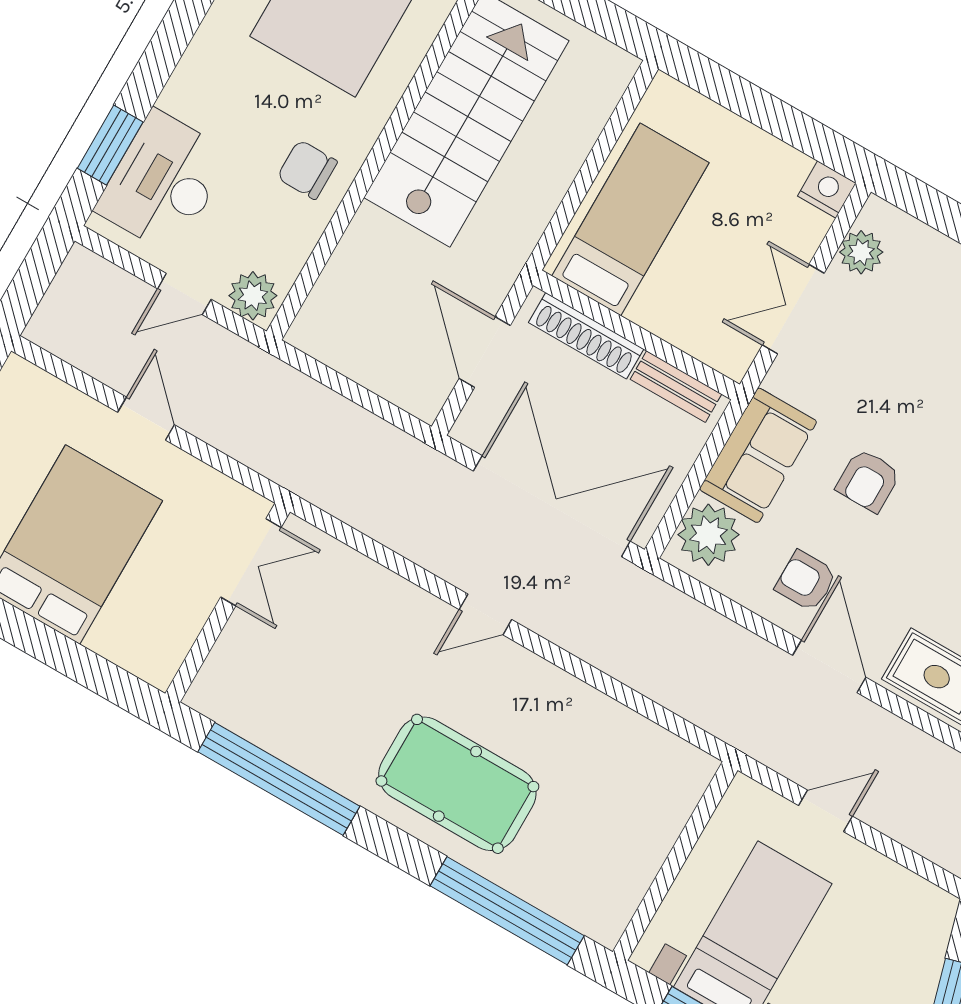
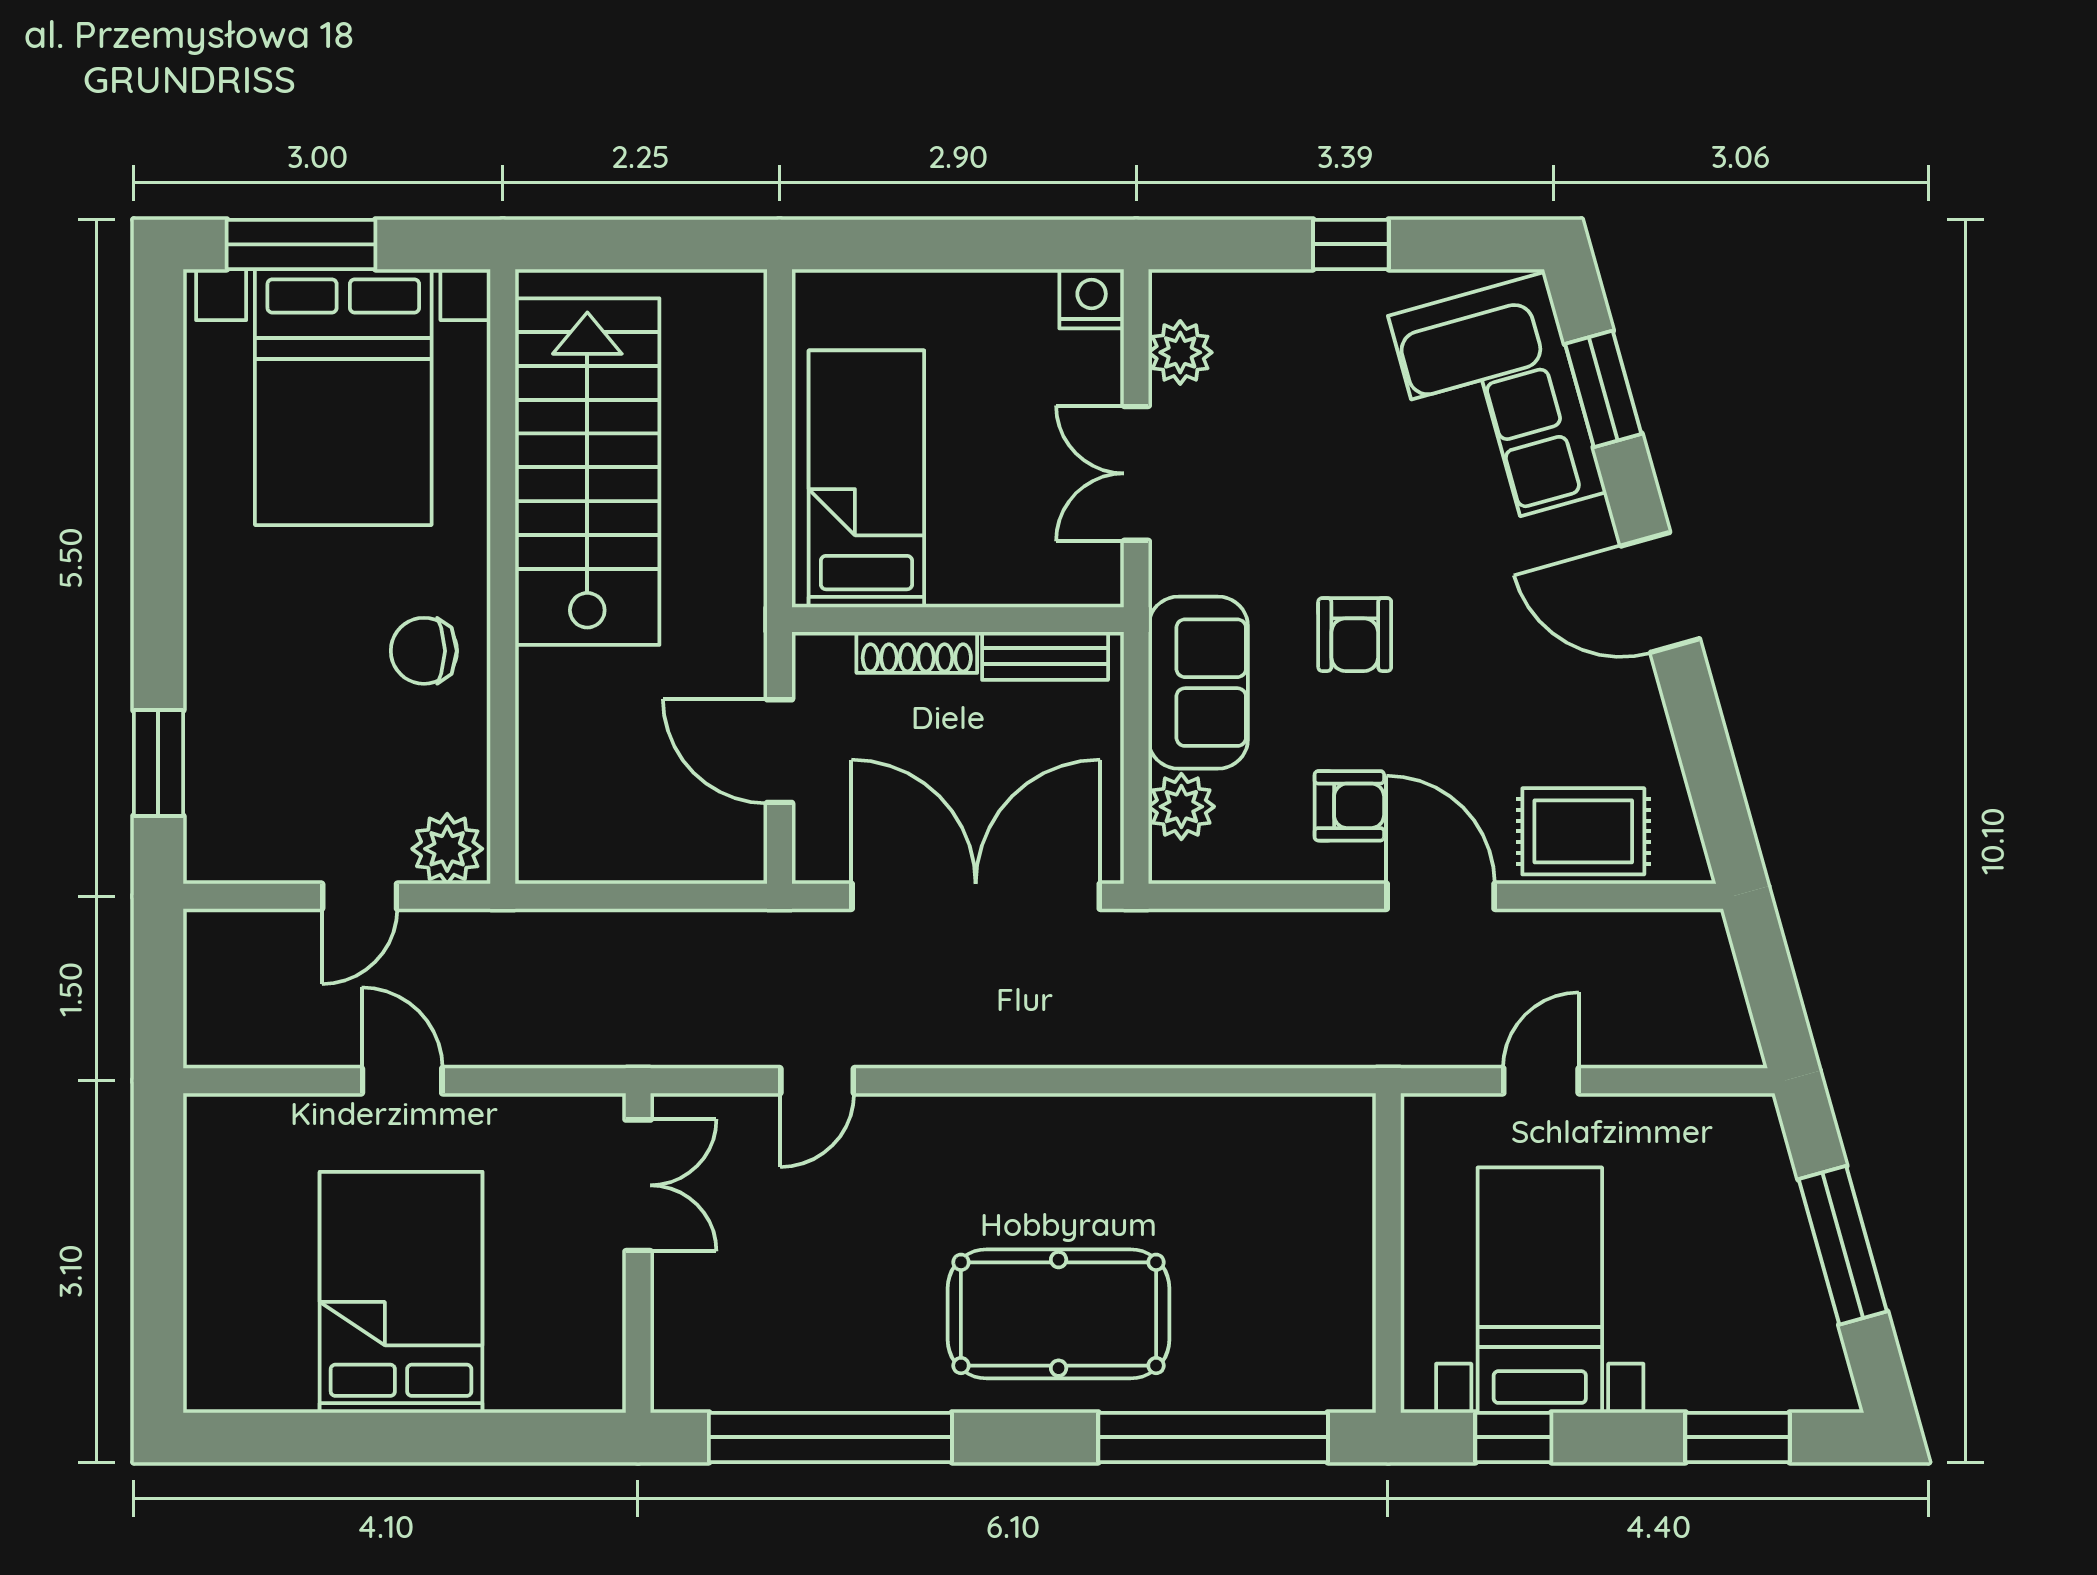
desk: (163, 182) -> (252, 771), removed
shoe rack: (586, 336) -> (917, 652), width x0.74, depth x0.81
plant: (708, 535) -> (1181, 807), width x0.73, depth x0.73
armchair: (806, 581) -> (1349, 806), turned 180
door: (485, 615) -> (817, 1081), moved

